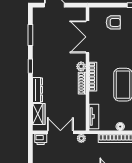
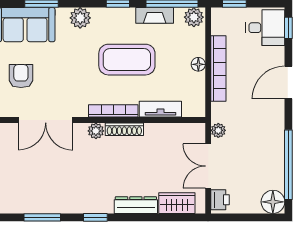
tv unit: (94, 116) -> (160, 109), moved

